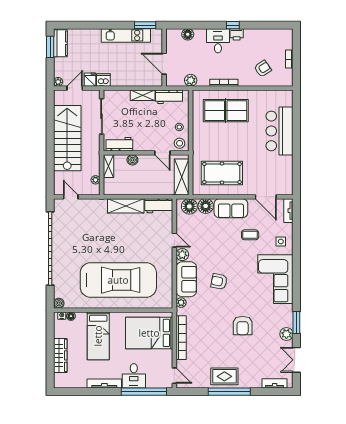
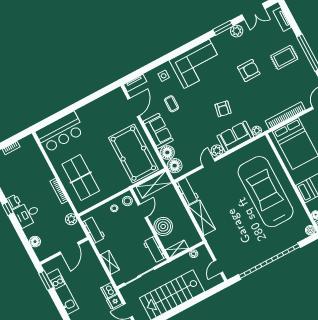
armchair: (263, 69) -> (30, 166), removed
shelving: (143, 95) -> (110, 262), moved
bar counter: (280, 131) -> (60, 132), moved
boiler: (132, 160) -> (163, 226), width x1.86, depth x1.86
pool table: (222, 173) -> (133, 154), width x1.36, depth x1.32
rug: (224, 376) -> (284, 57), moved, turned 90

